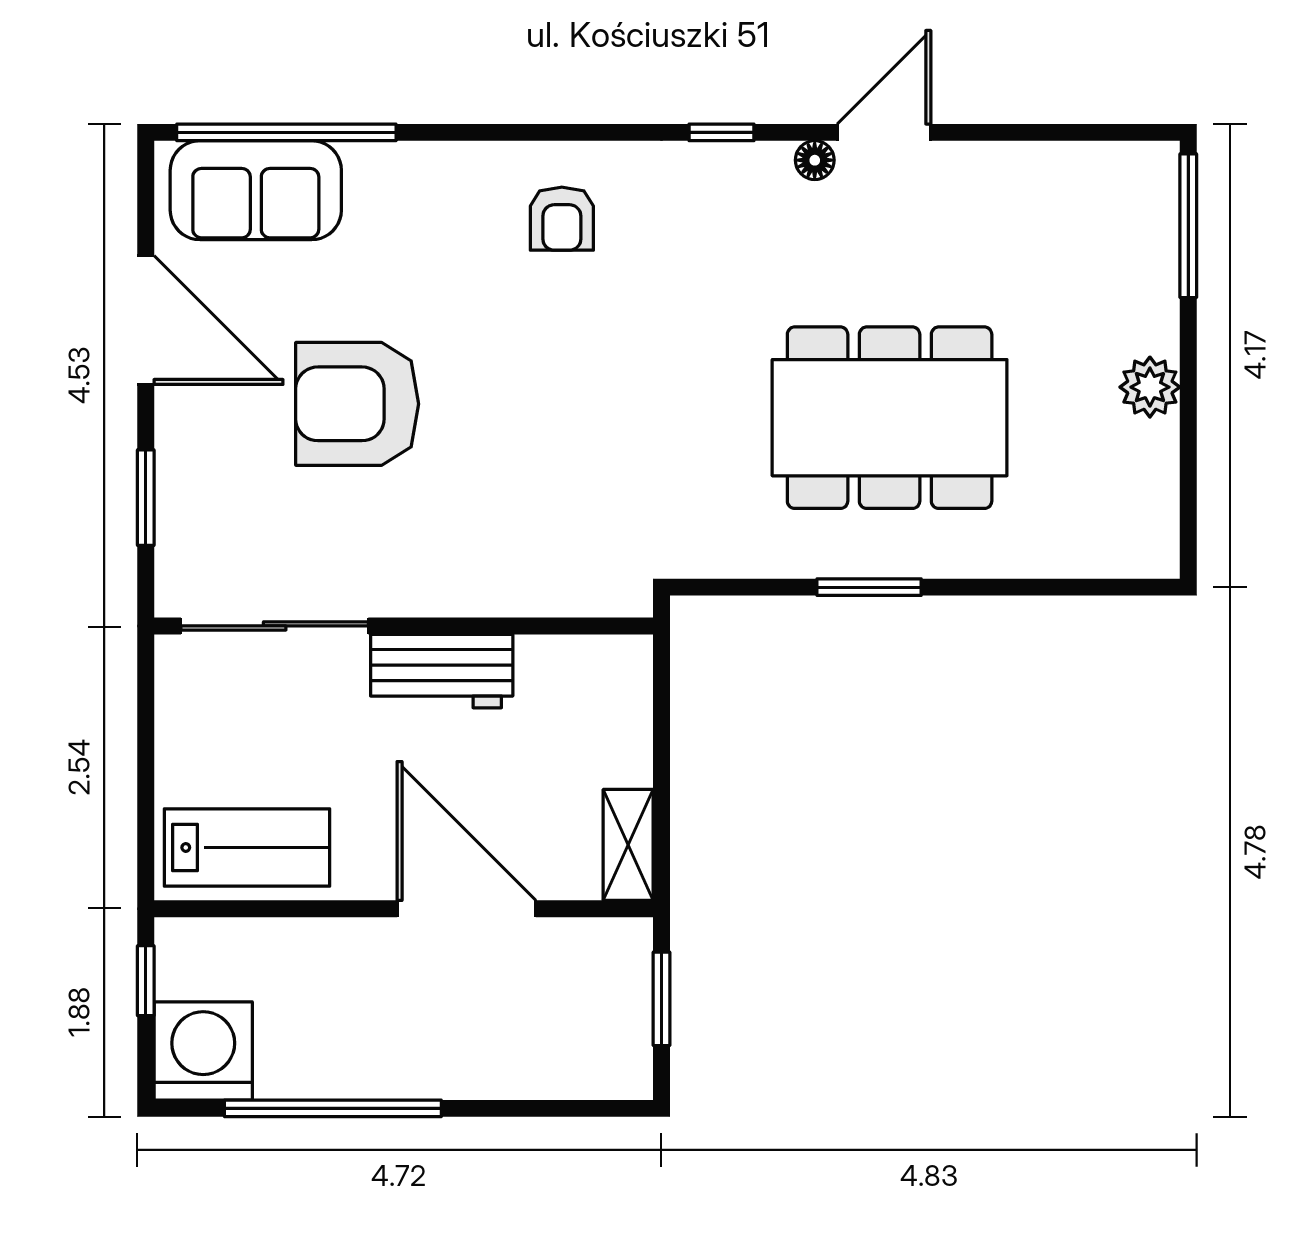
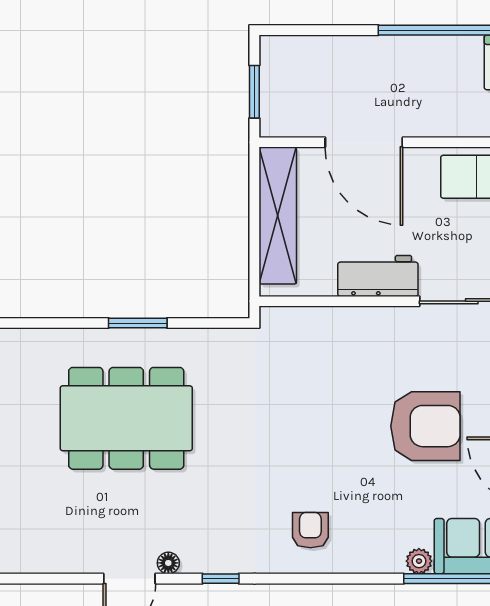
plant: (369, 164) -> (419, 561), added
shelving: (628, 845) -> (278, 216), width x2.20, depth x1.33

